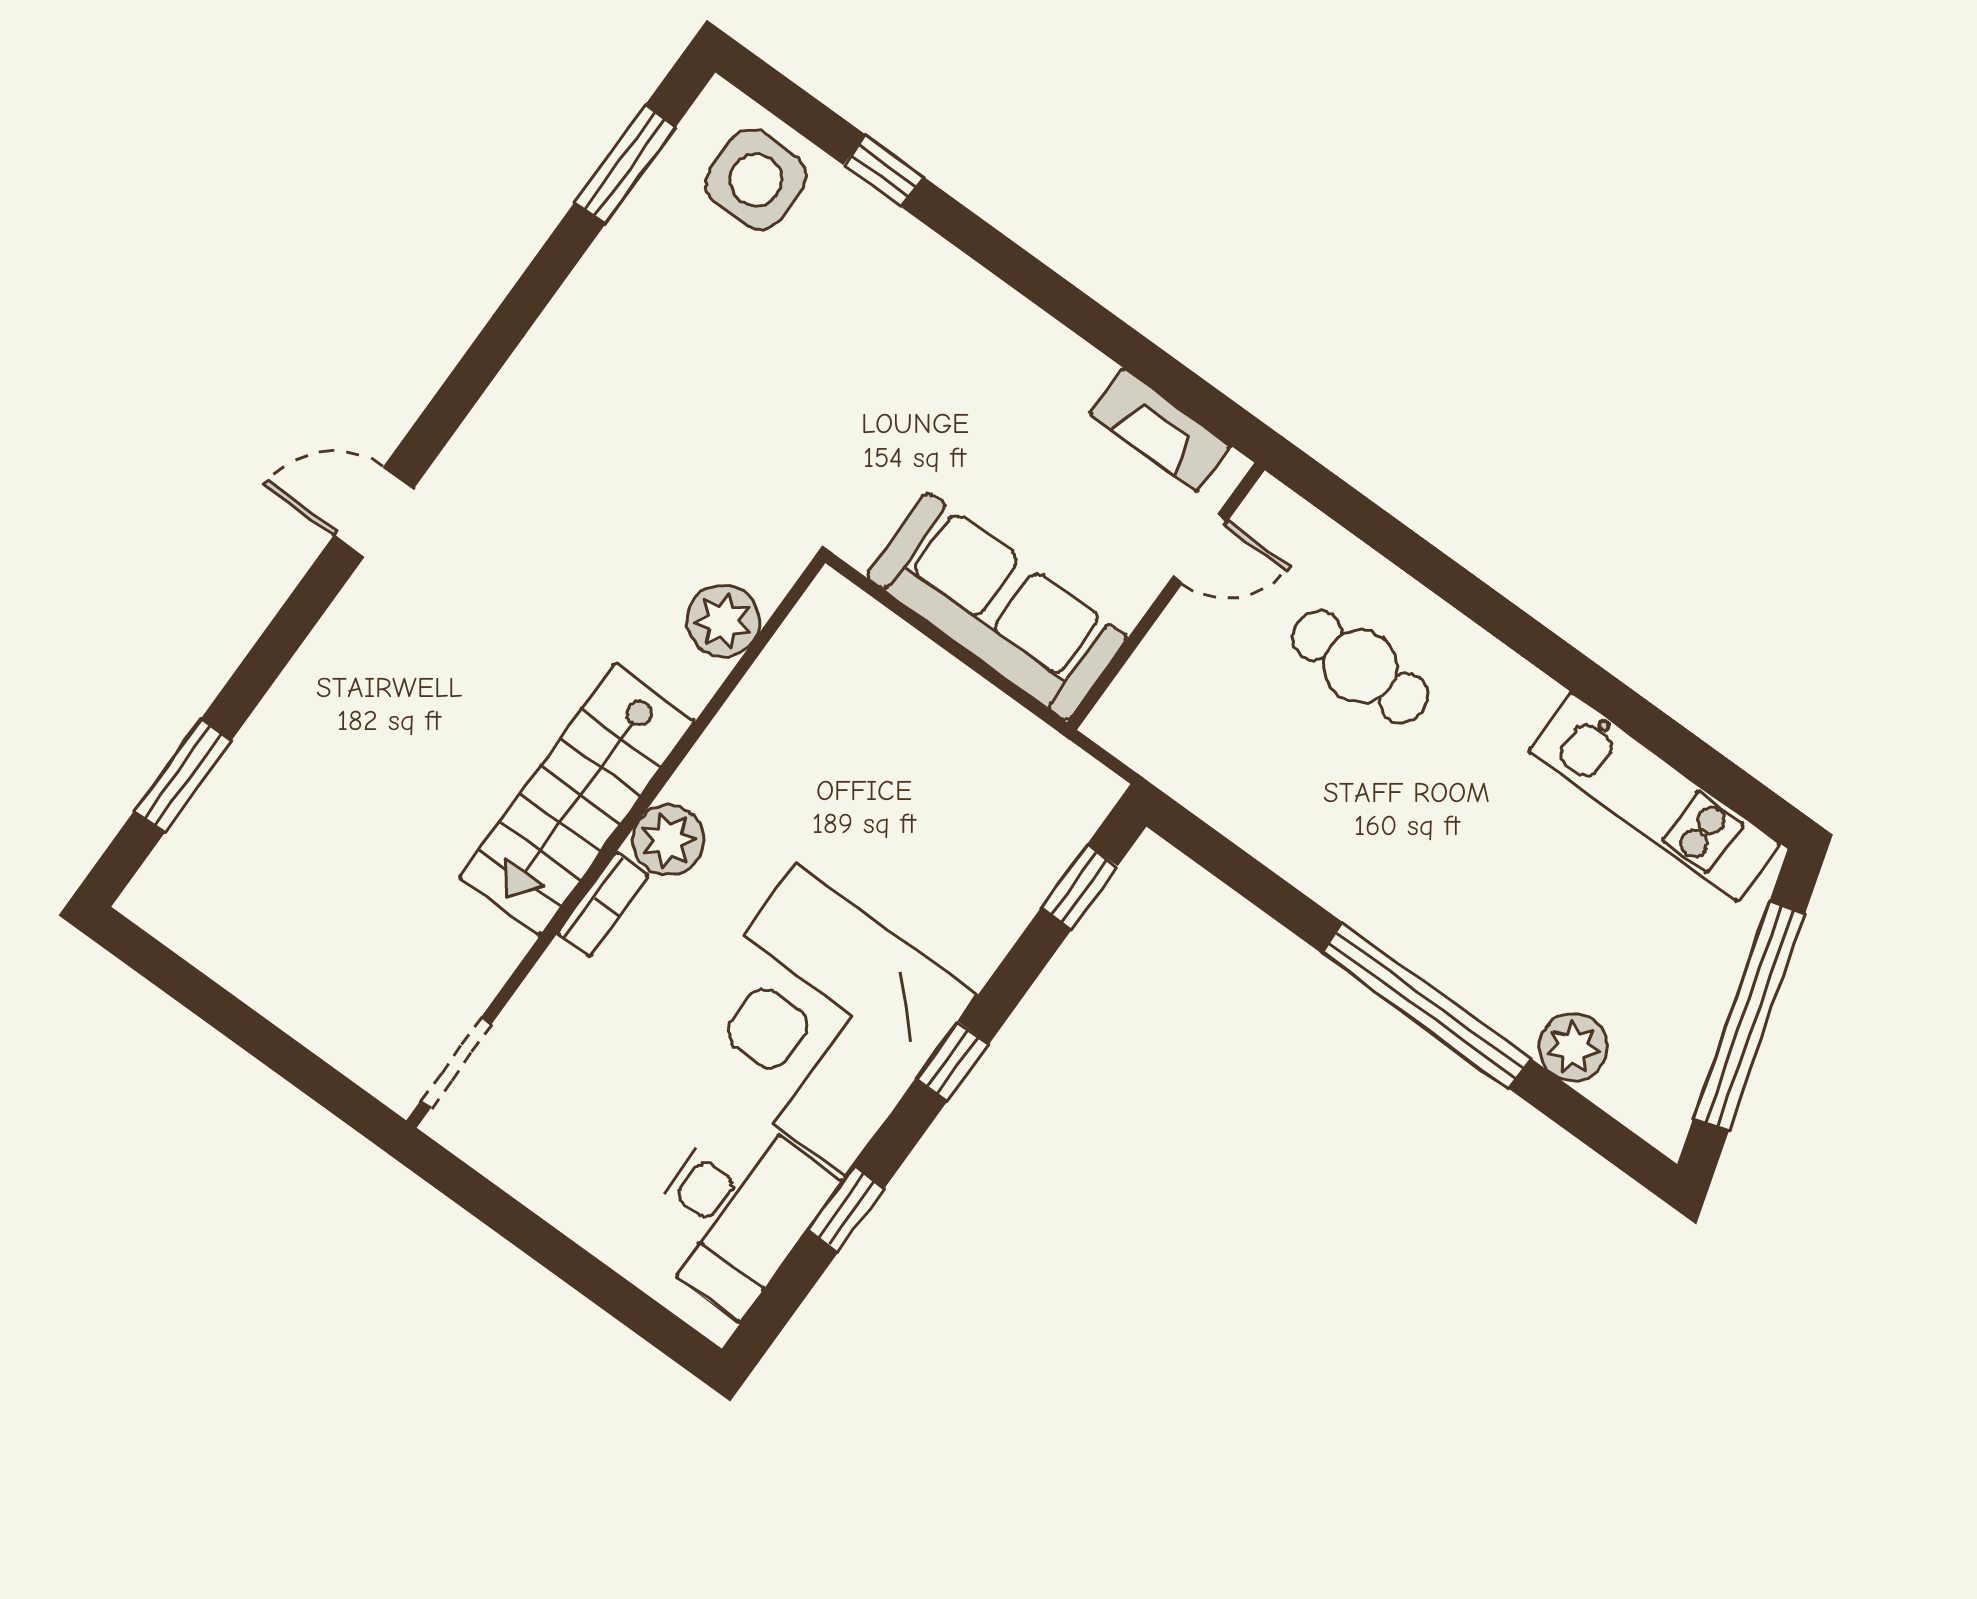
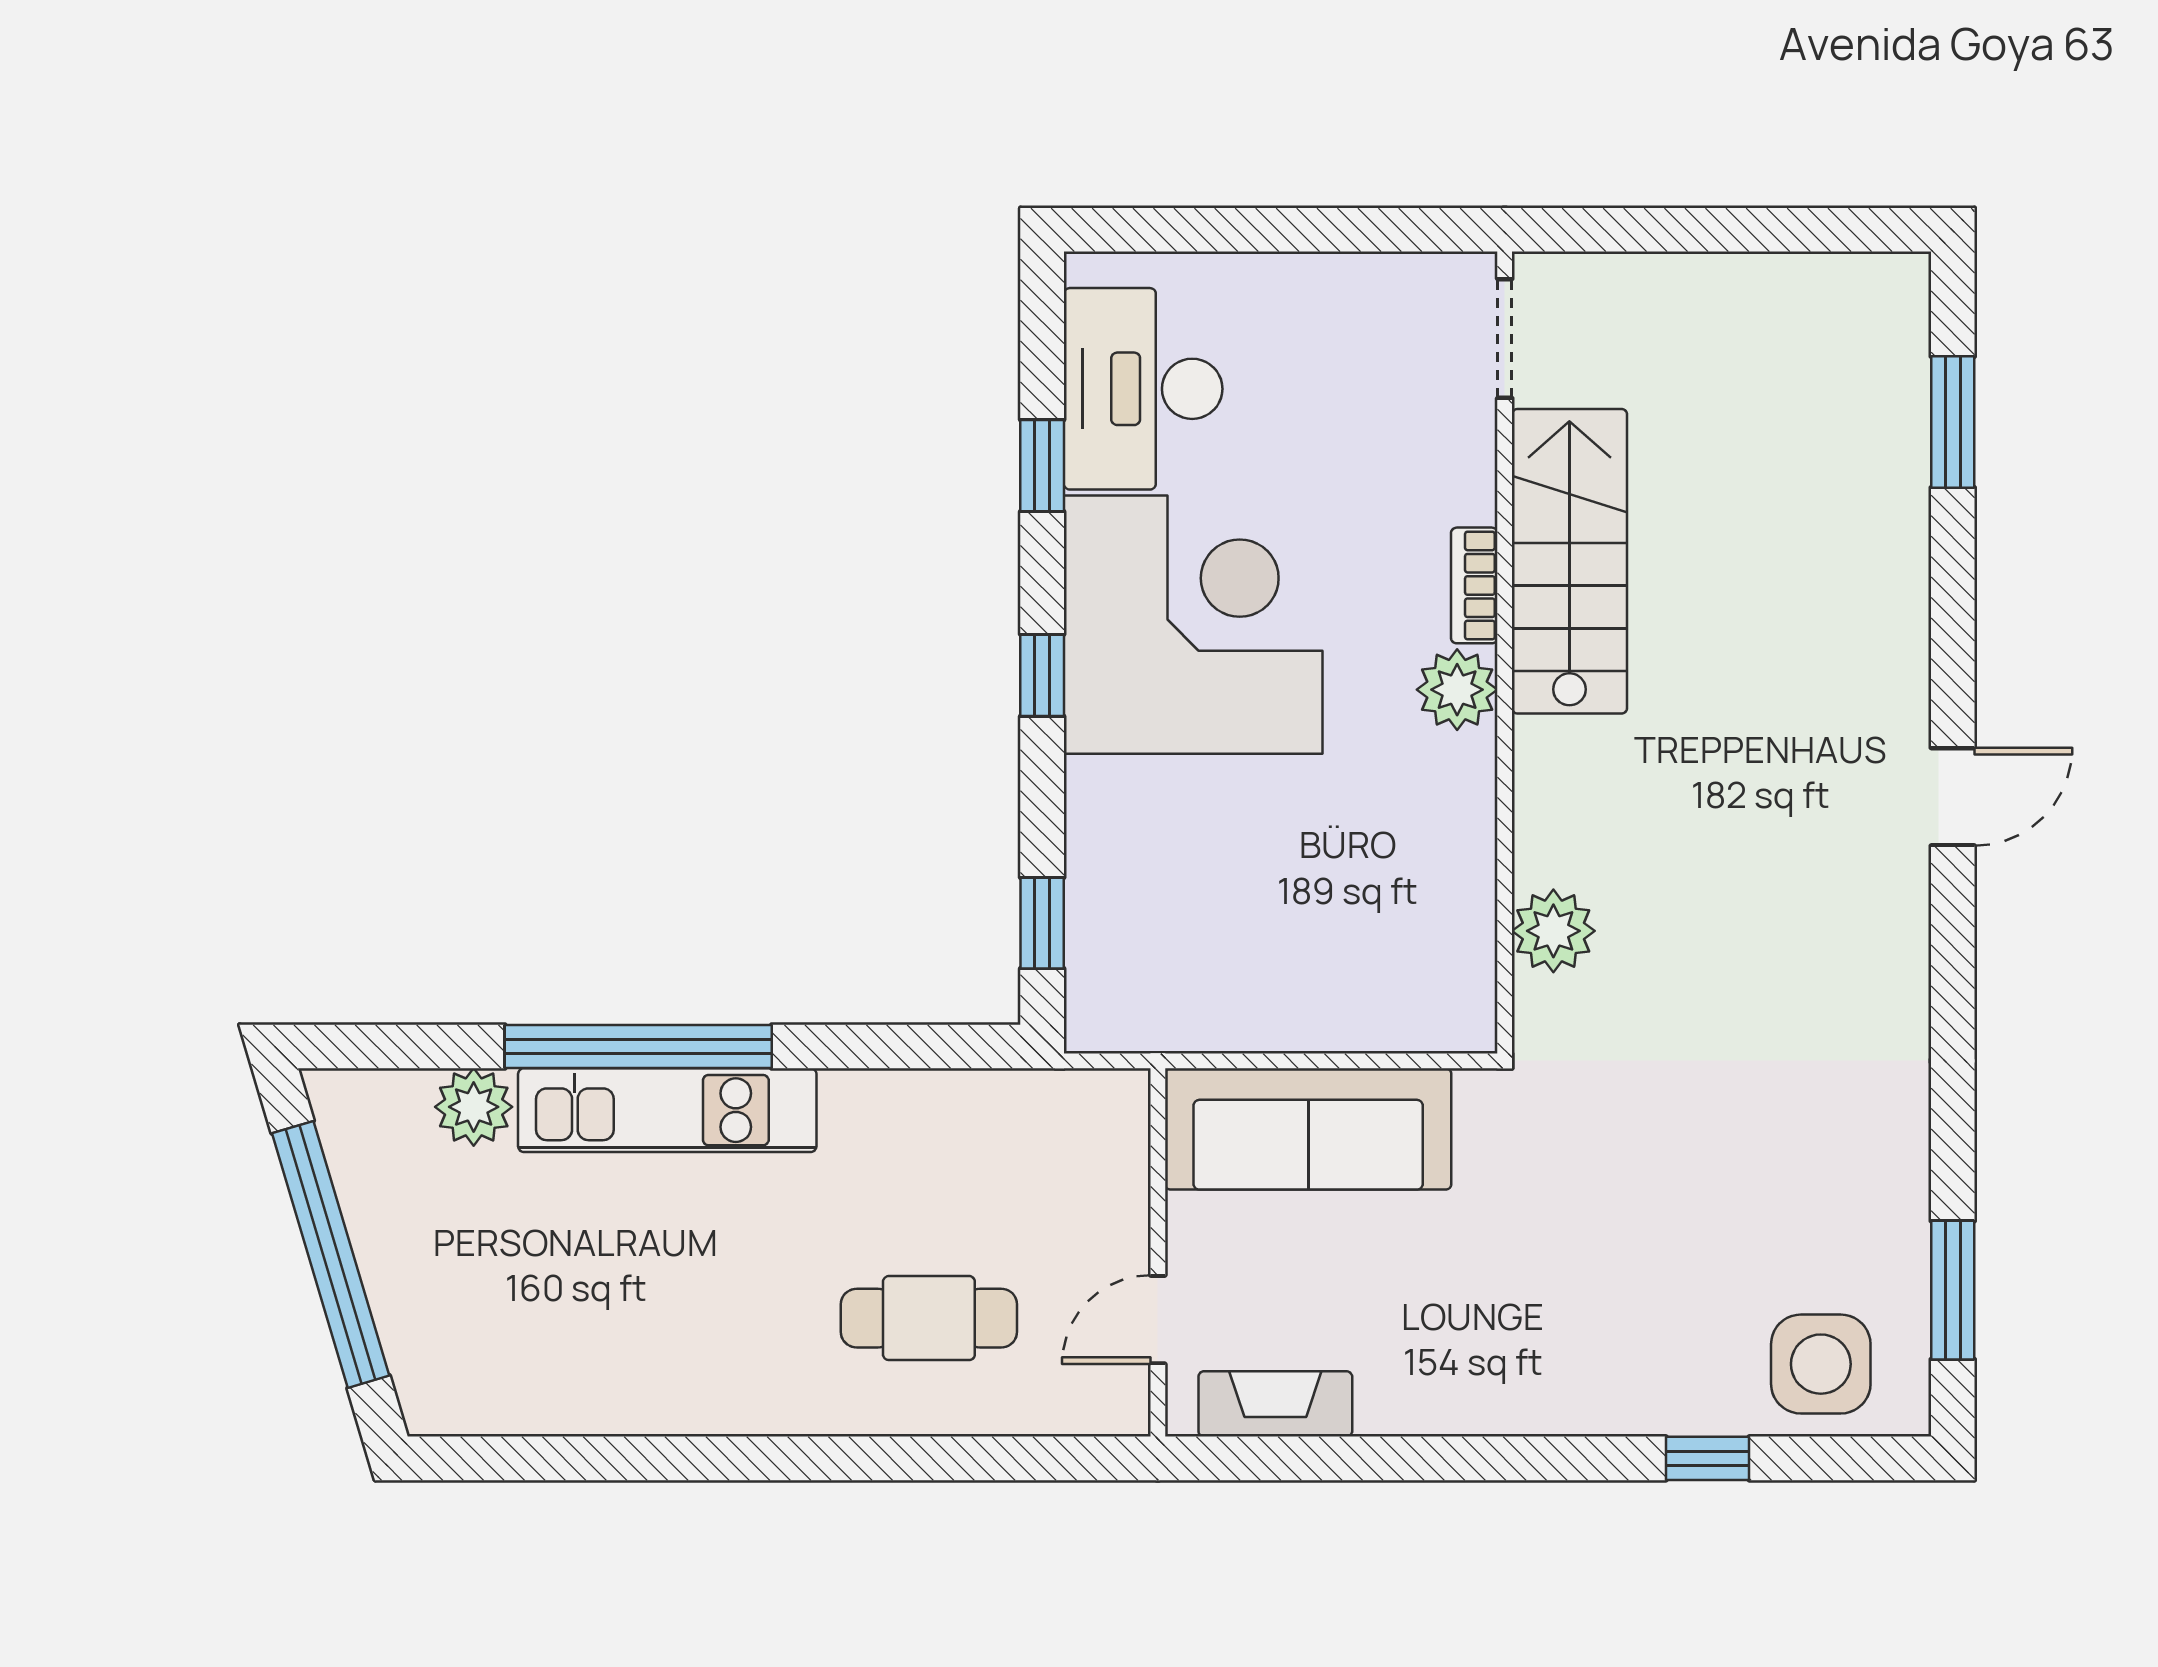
kitchen unit: (1654, 797) -> (667, 1110), moved, turned 180
stairs: (577, 799) -> (1569, 561), moved

